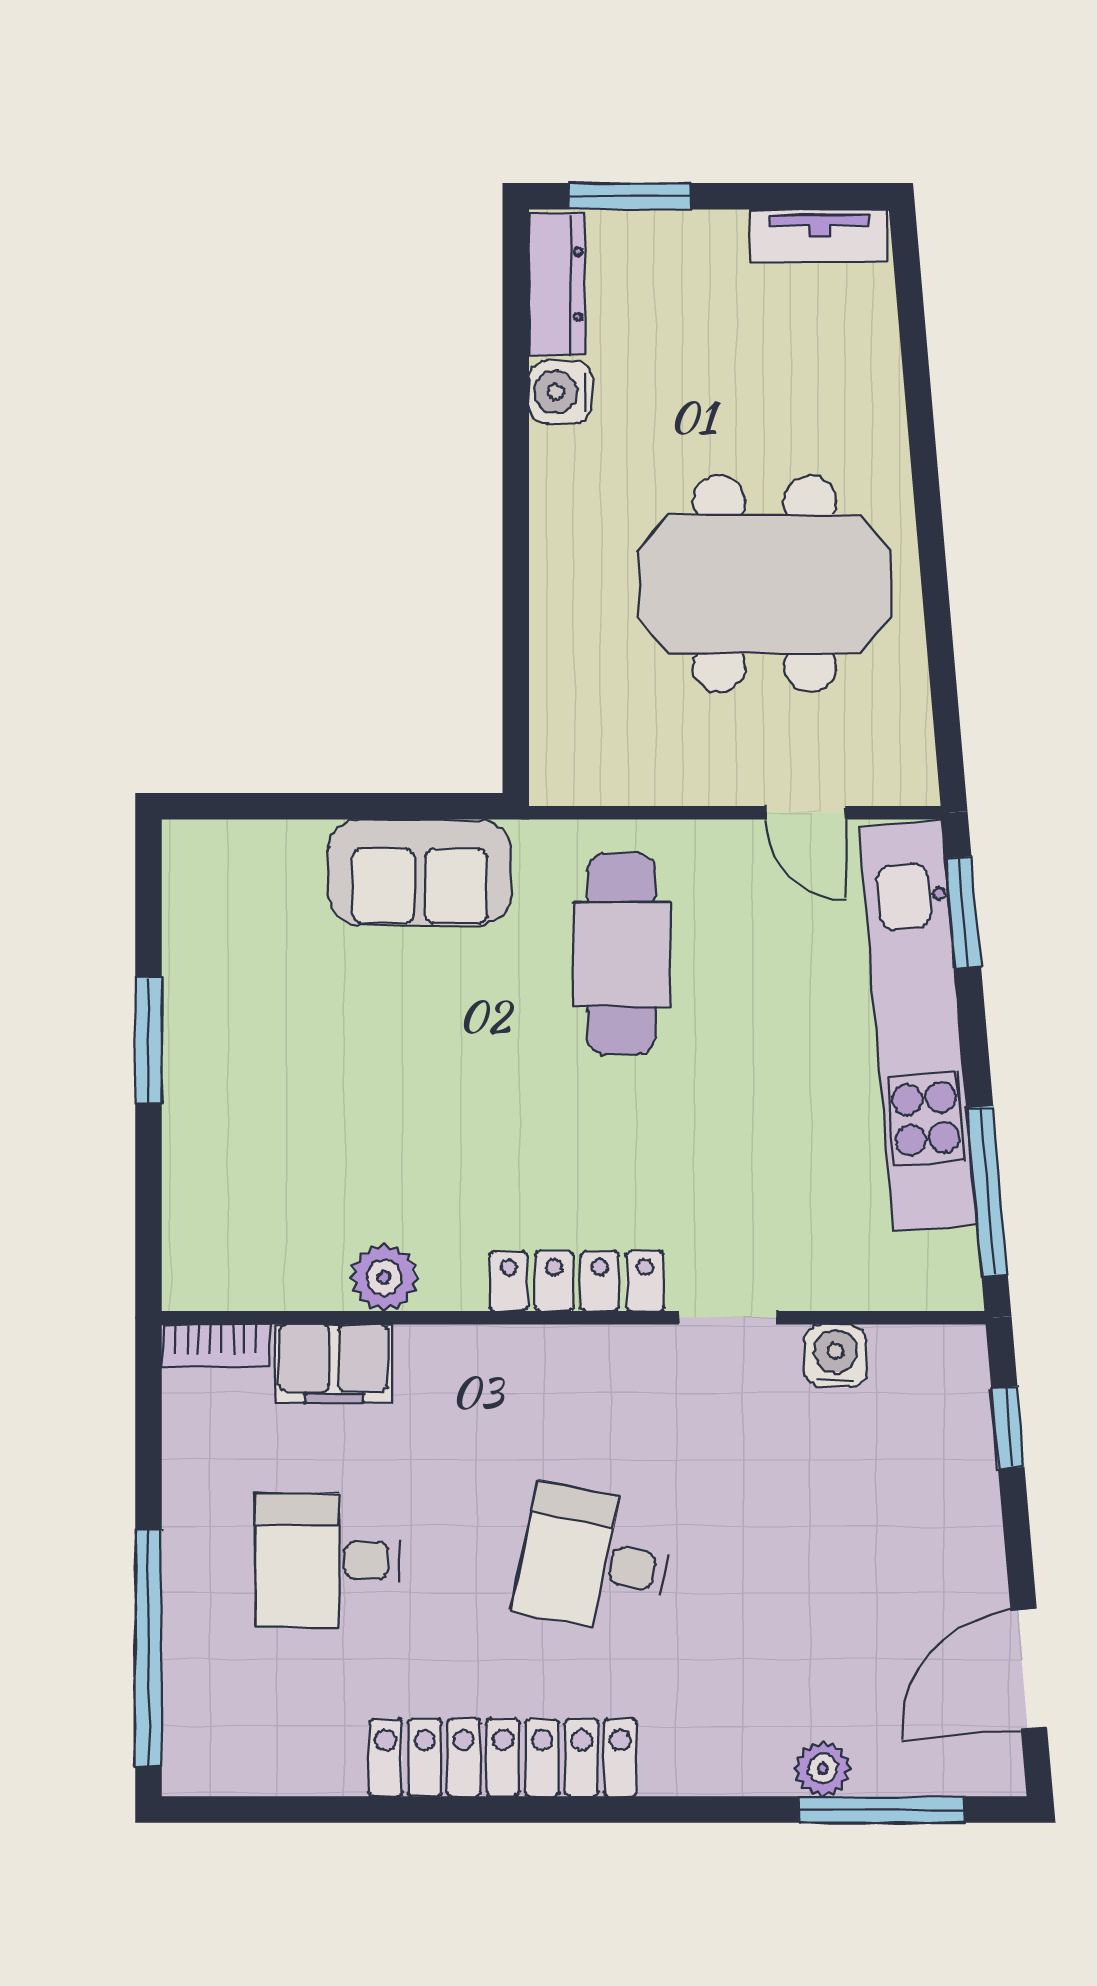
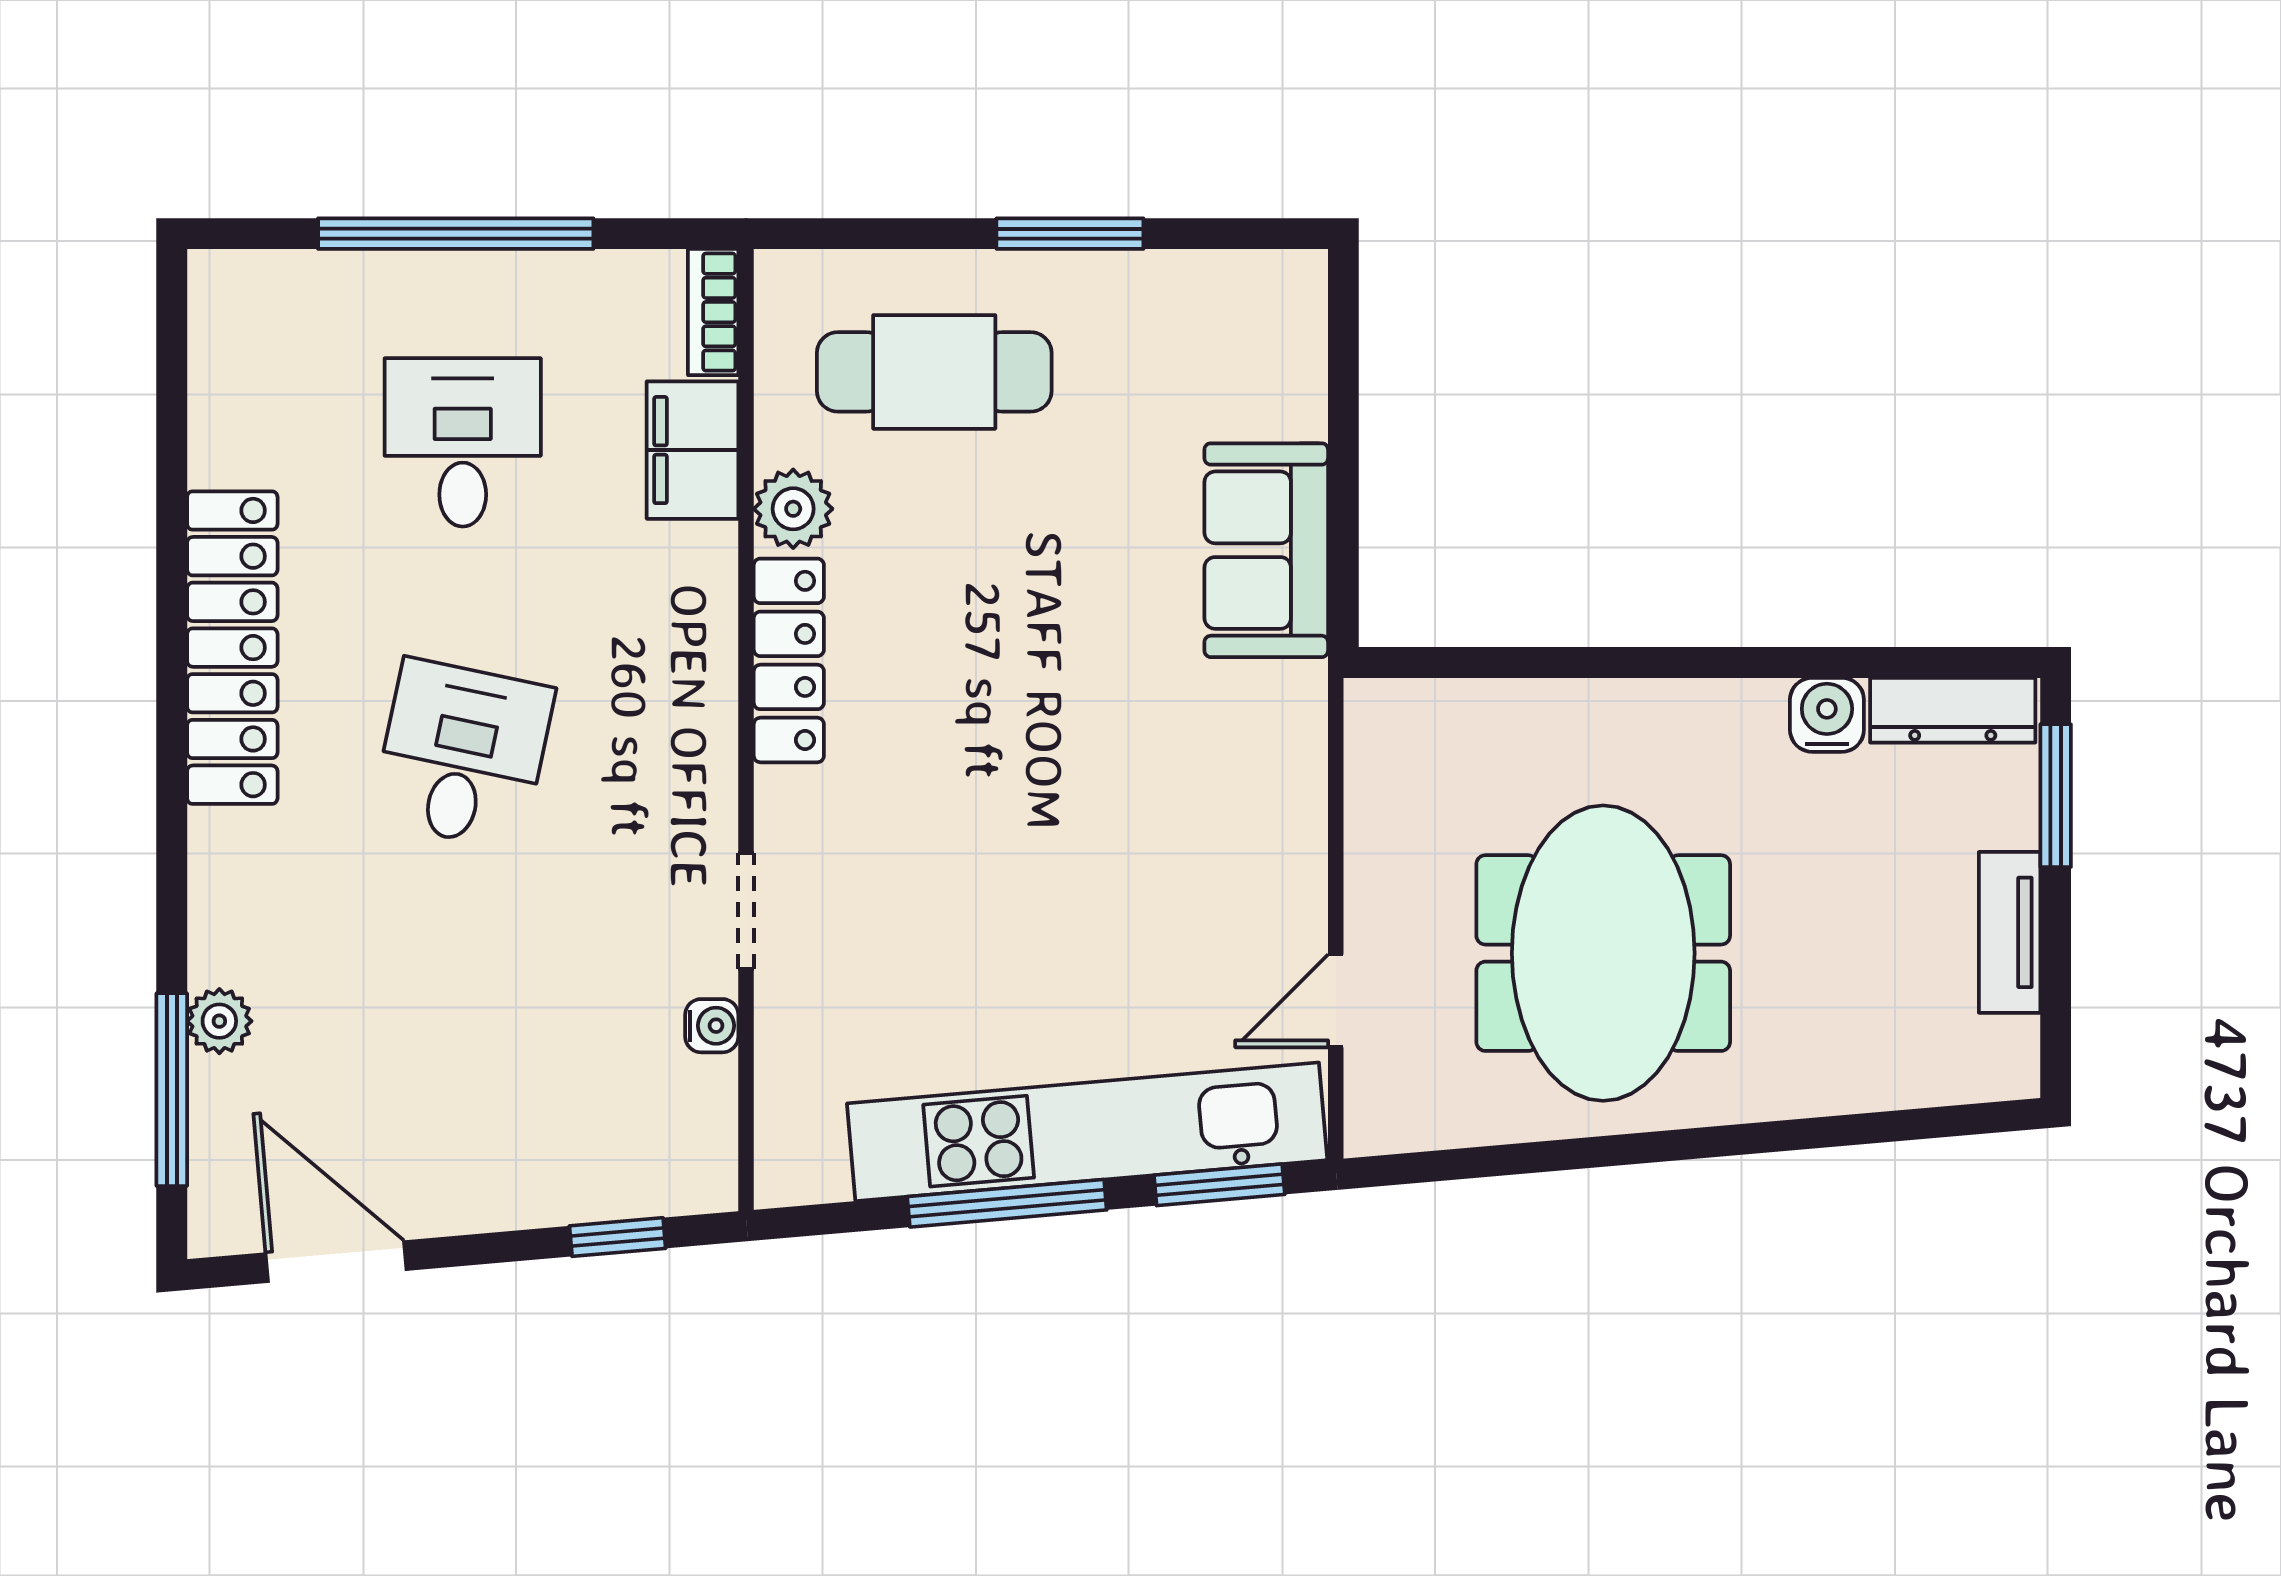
tv unit: (819, 236) -> (2010, 932), moved
cafe table: (621, 954) -> (934, 372), moved
window: (987, 1191) -> (1007, 1203), moved
locker: (577, 1281) -> (789, 660), moved
water cooler: (836, 1356) -> (712, 1026), width x0.72, depth x0.72
window: (149, 1648) -> (456, 234), moved

